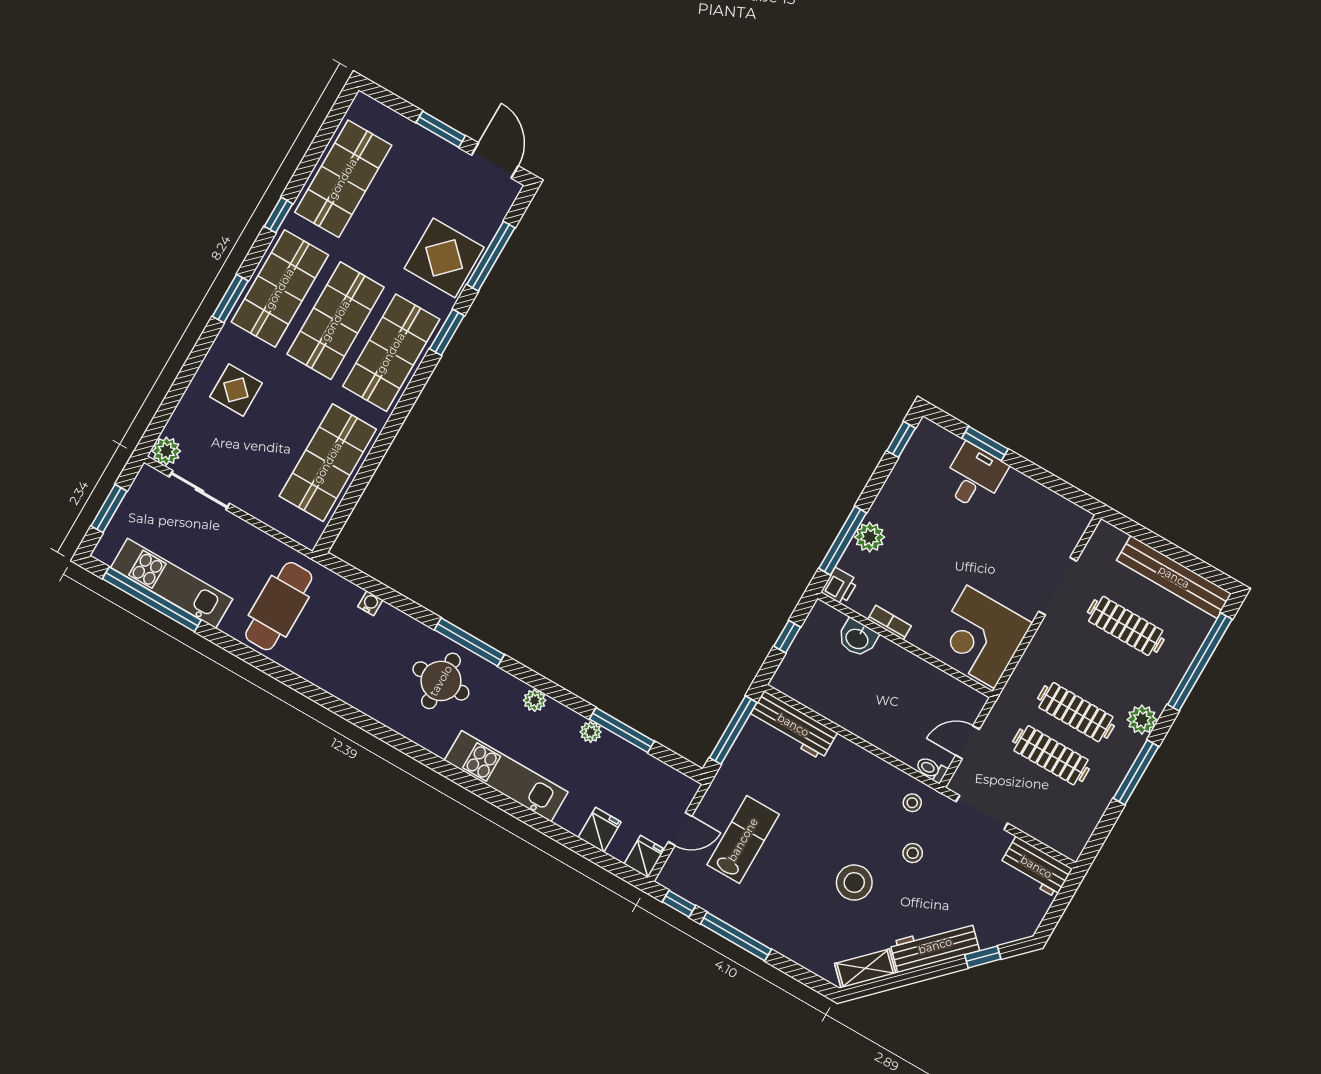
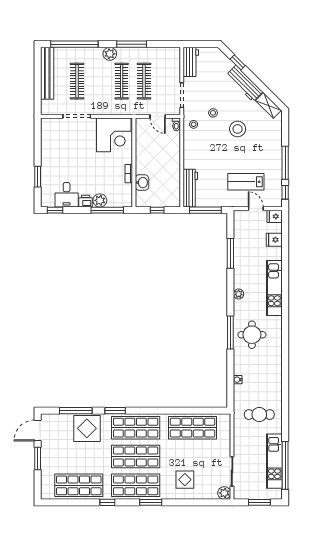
desk: (974, 477) -> (67, 195), moved, turned -90
printer: (839, 586) -> (86, 201), moved
cafe table: (279, 606) -> (259, 415), width x0.73, depth x0.74
plant: (591, 732) -> (238, 265), removed

